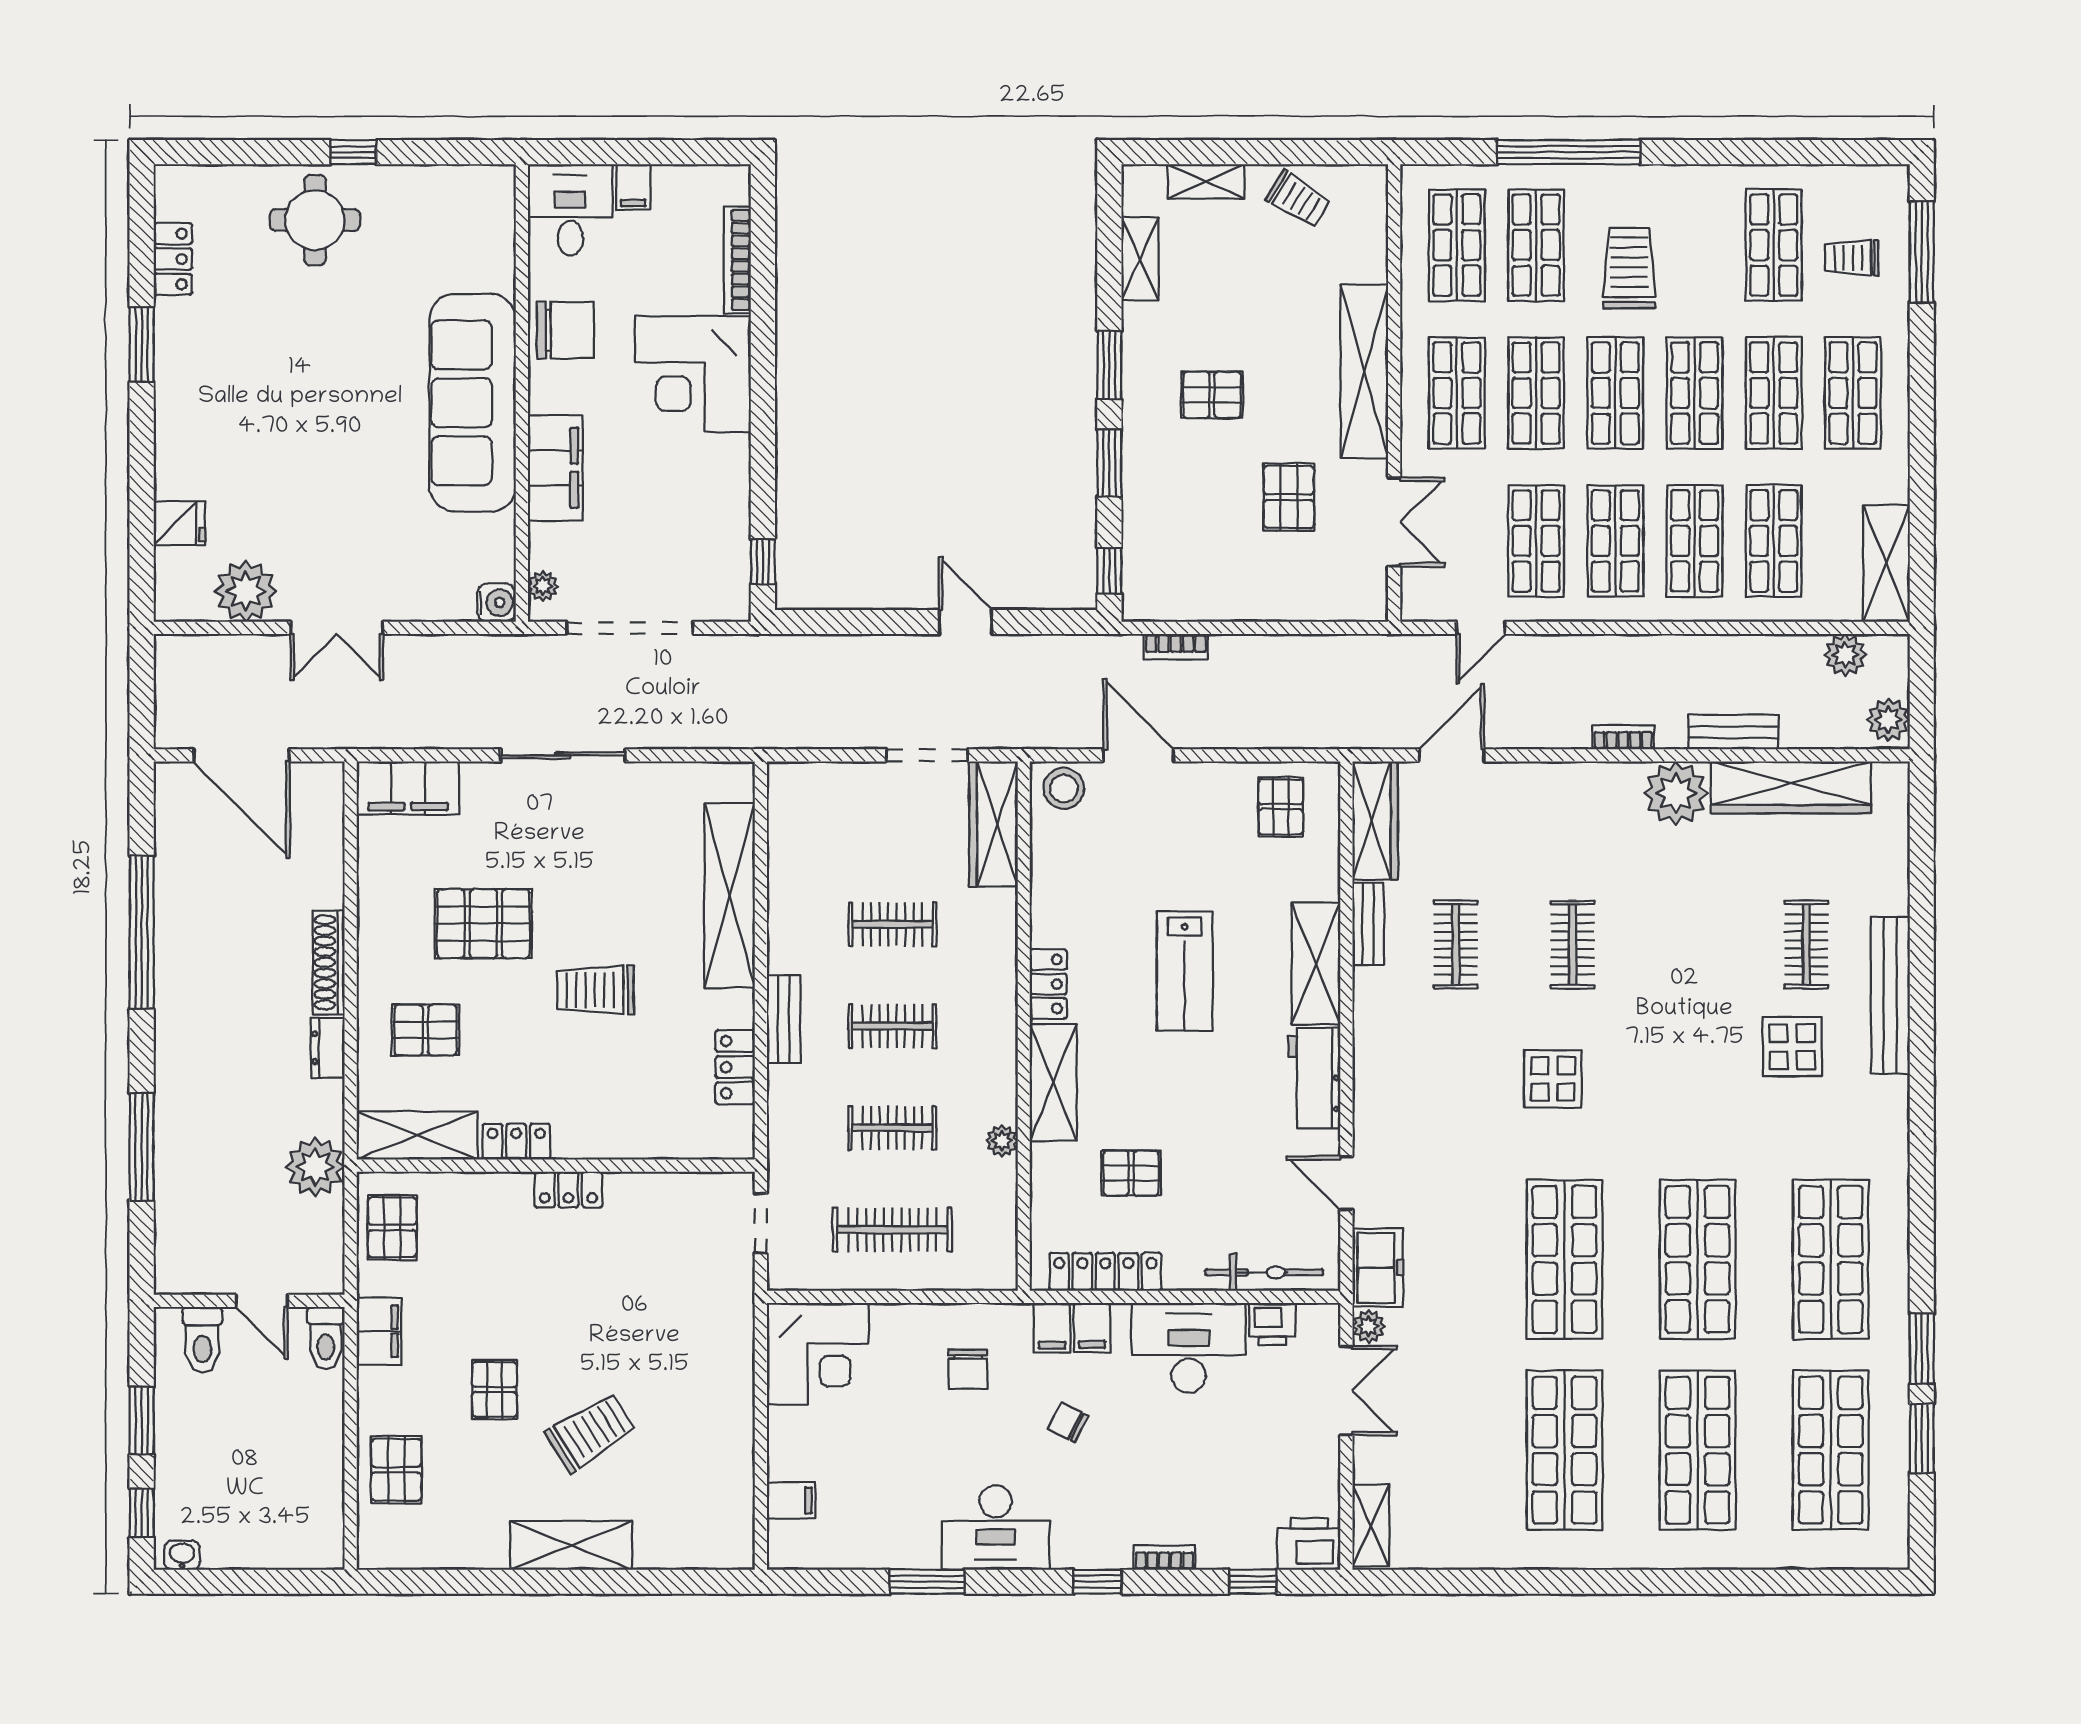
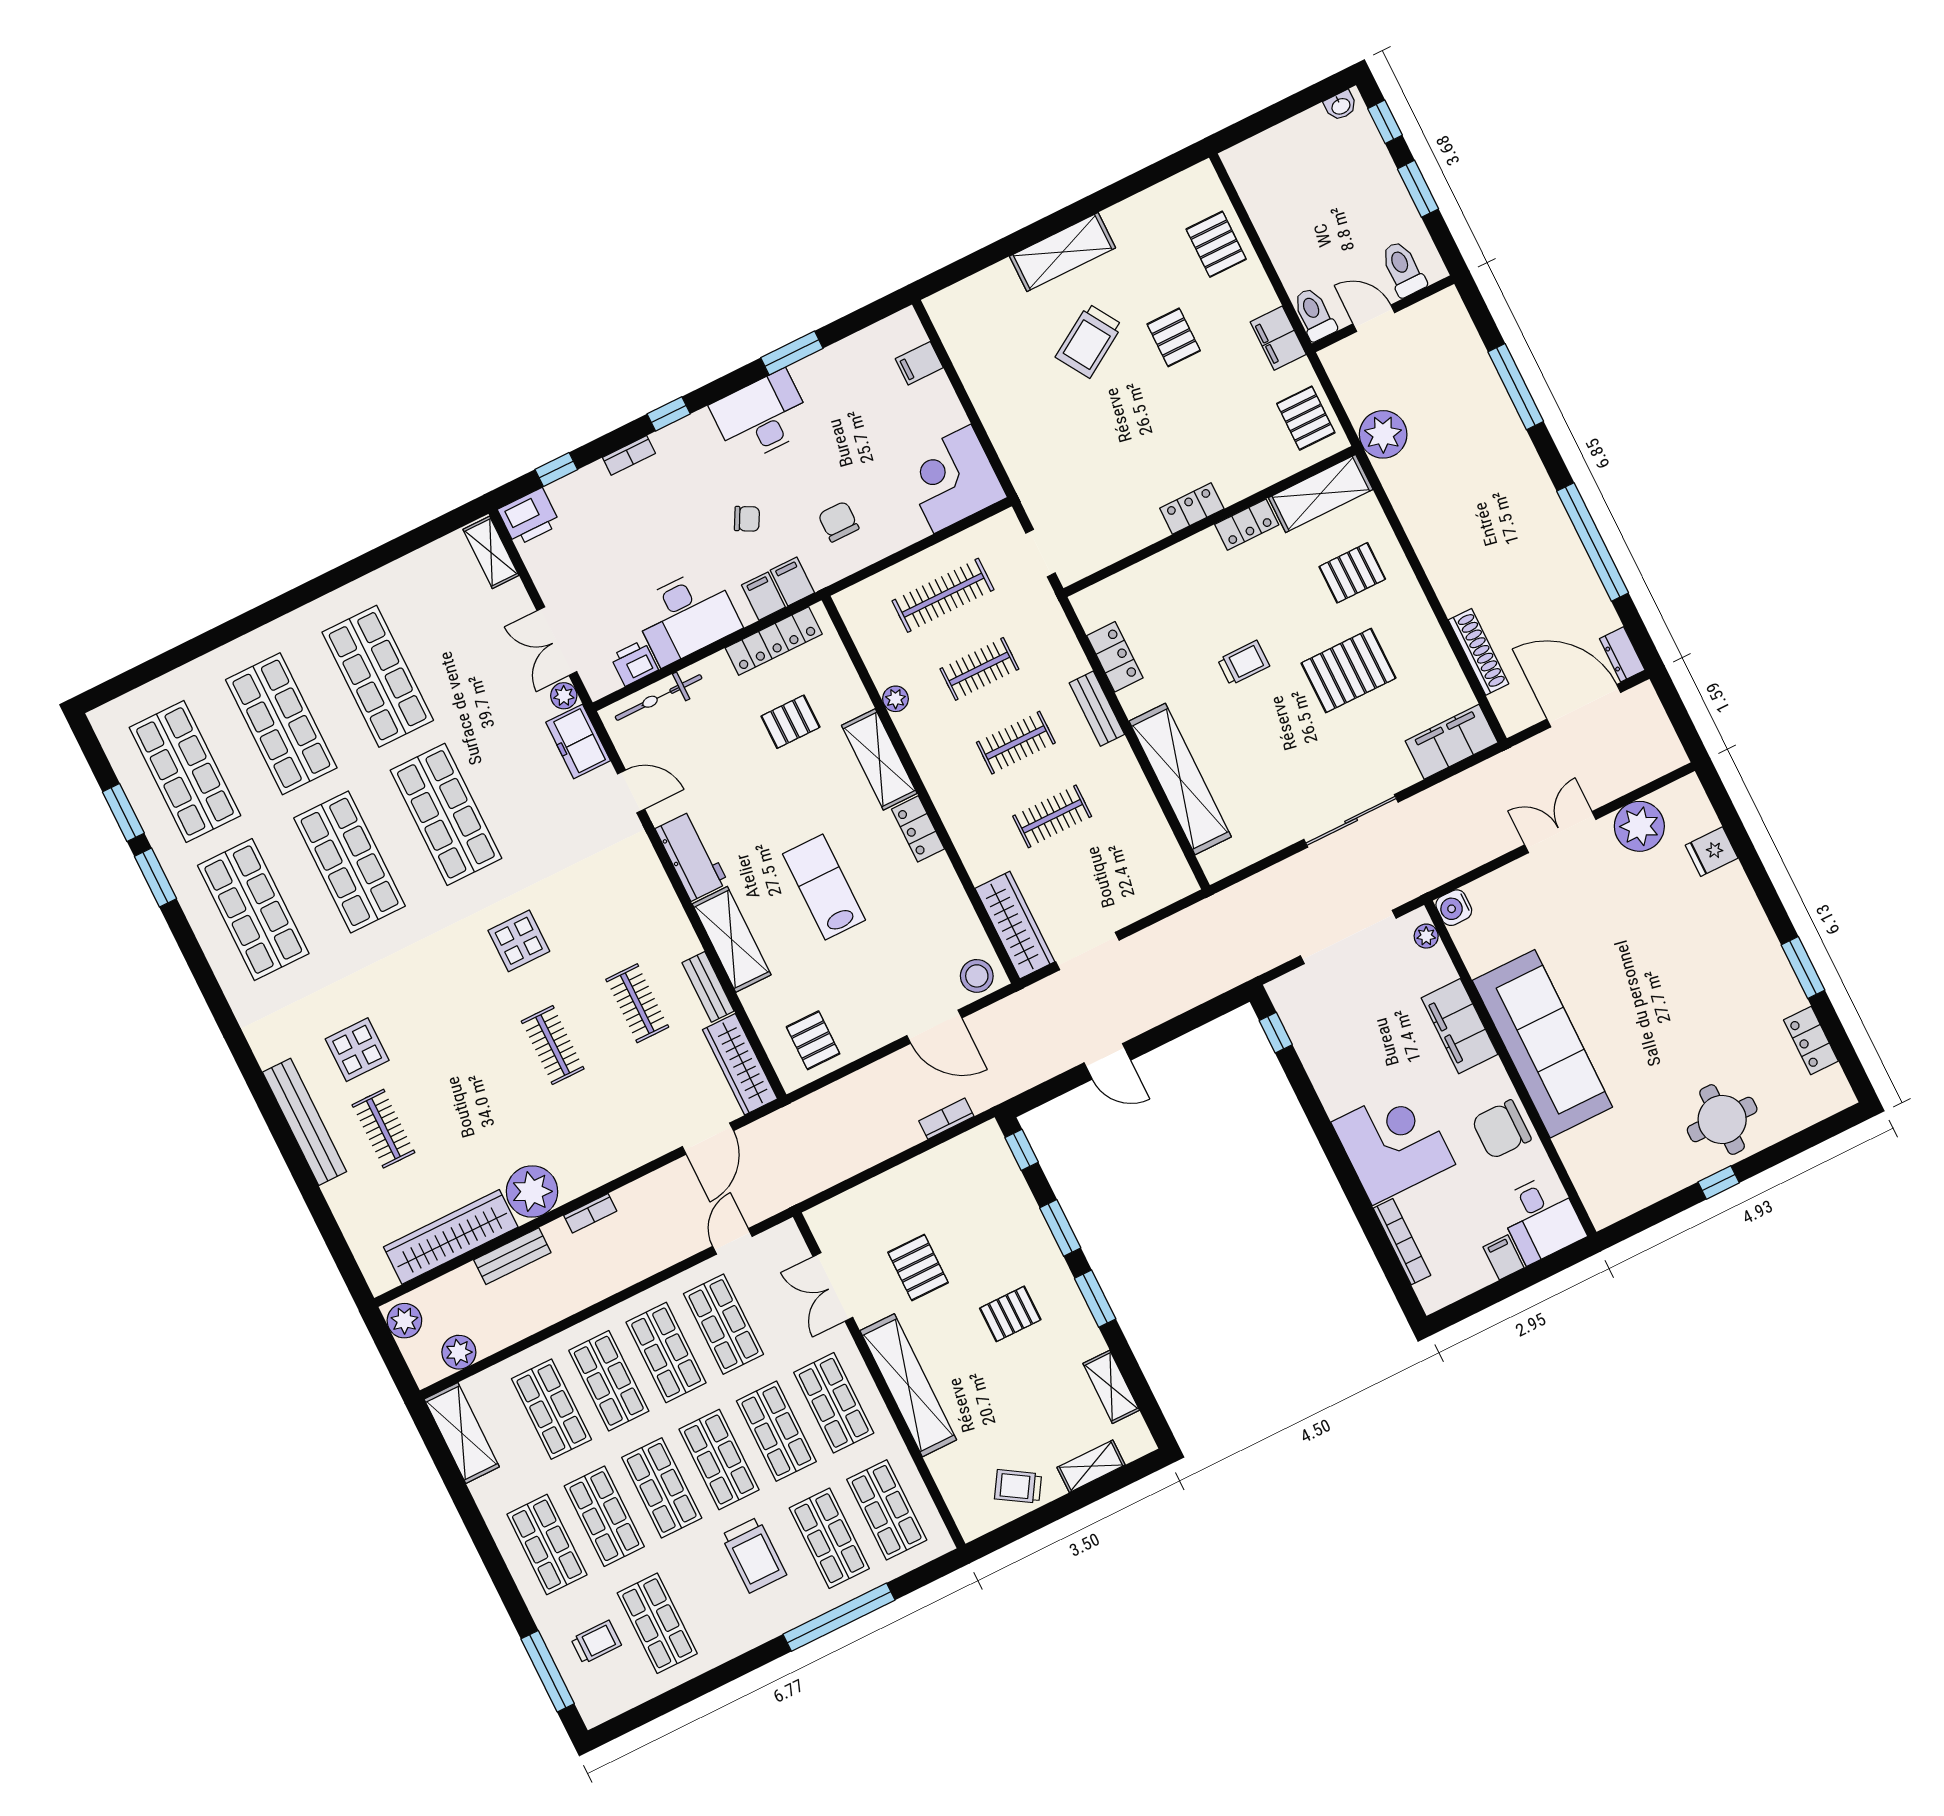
shoe rack: (329, 962) -> (1479, 652), moved
trolley: (596, 990) -> (1244, 663), width x0.73, depth x0.72
dresser: (328, 1048) -> (1622, 654), moved, turned 180

